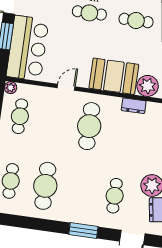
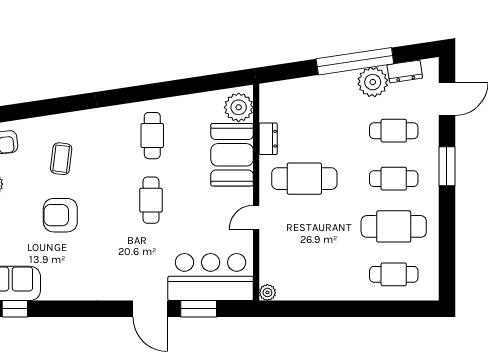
door: (66, 87) -> (256, 217), hinge flipped
dresser: (134, 106) -> (268, 139), moved
cafe table: (20, 116) -> (394, 179), moved

